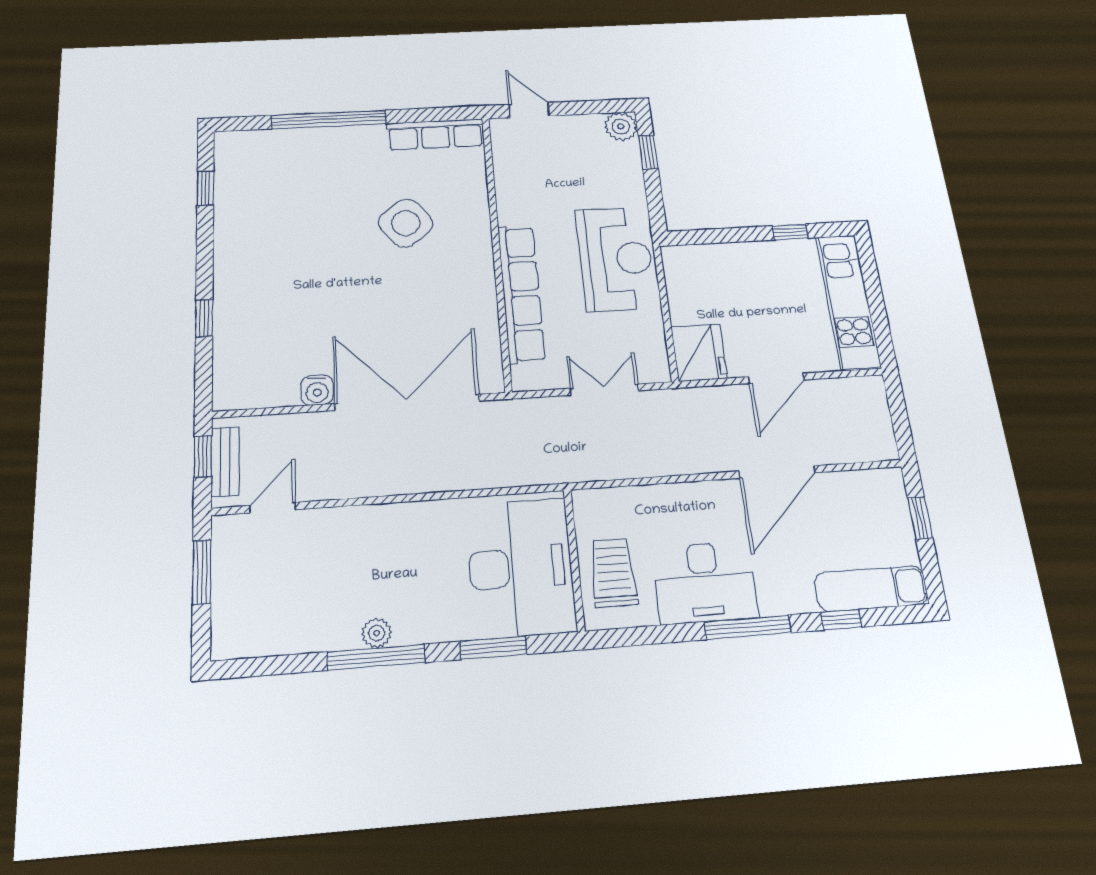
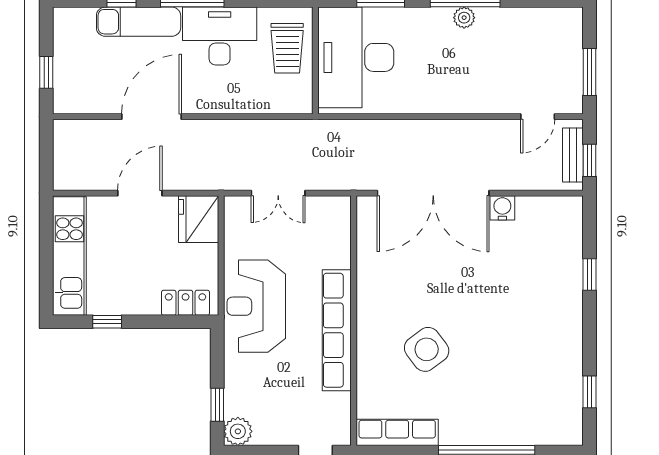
locker: (701, 258) -> (186, 303), added
row of seats: (521, 293) -> (337, 330), moved
exam couch: (871, 589) -> (139, 22), moved

